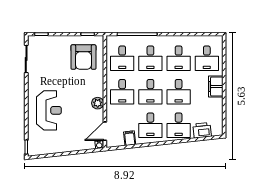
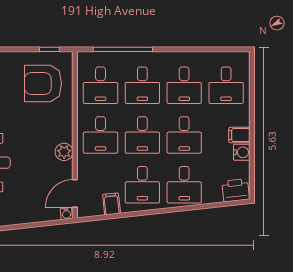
armchair: (83, 57) -> (43, 83), turned 90
filing cabinet: (216, 87) -> (239, 135), width x0.50
water cooler: (217, 103) -> (242, 152), added
printer: (202, 130) -> (236, 190), moved

